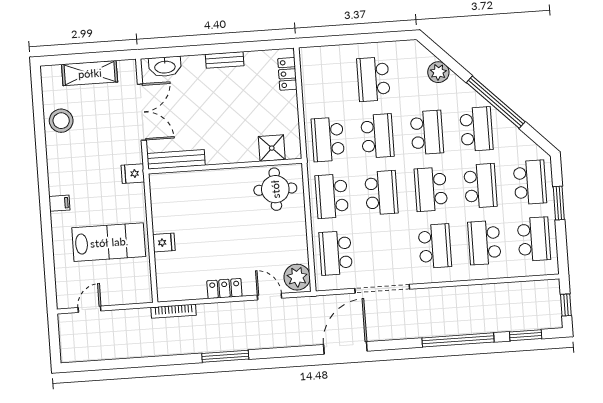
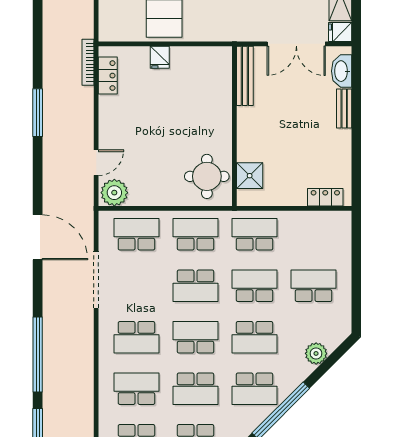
bench: (225, 60) -> (344, 109), moved
school desk: (377, 136) -> (254, 286), turned 180
fridge: (133, 174) -> (340, 32), moved, turned -90
locker: (224, 289) -> (108, 76), moved

